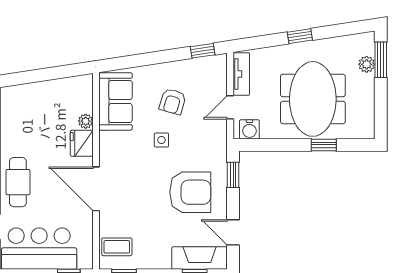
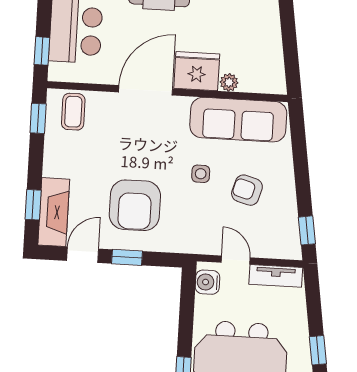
sofa: (116, 101) -> (238, 120), width x1.36
fridge: (82, 143) -> (197, 71), width x1.36, depth x1.34
window: (233, 175) -> (127, 257), moved

